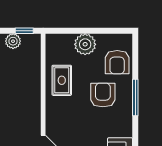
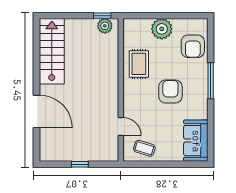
plant: (13, 41) -> (105, 26), moved
armchair: (103, 95) -> (170, 91), moved

